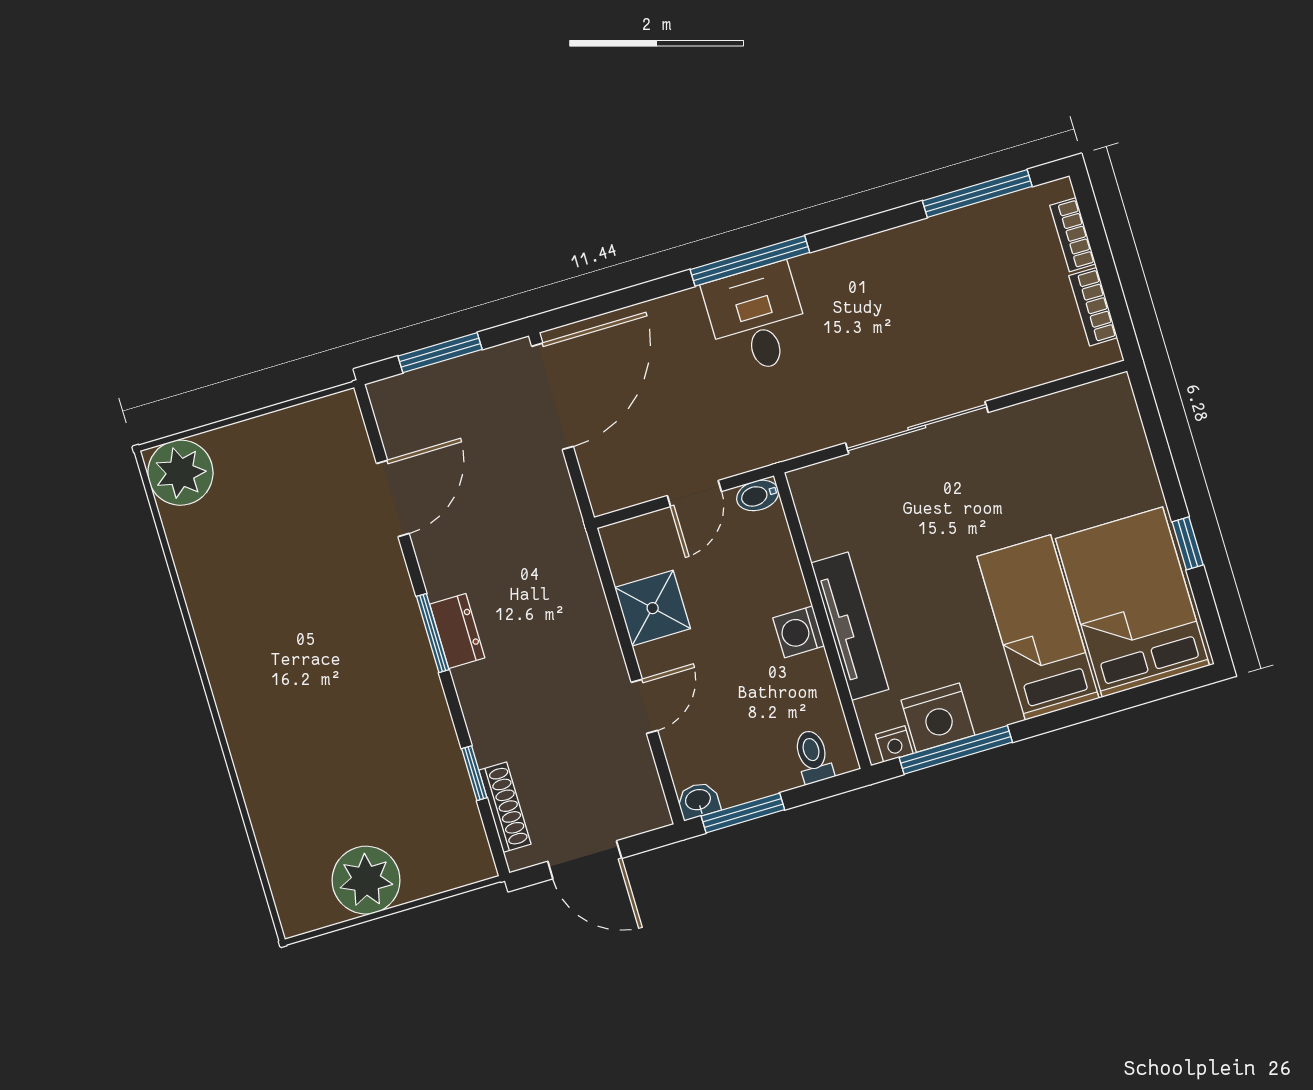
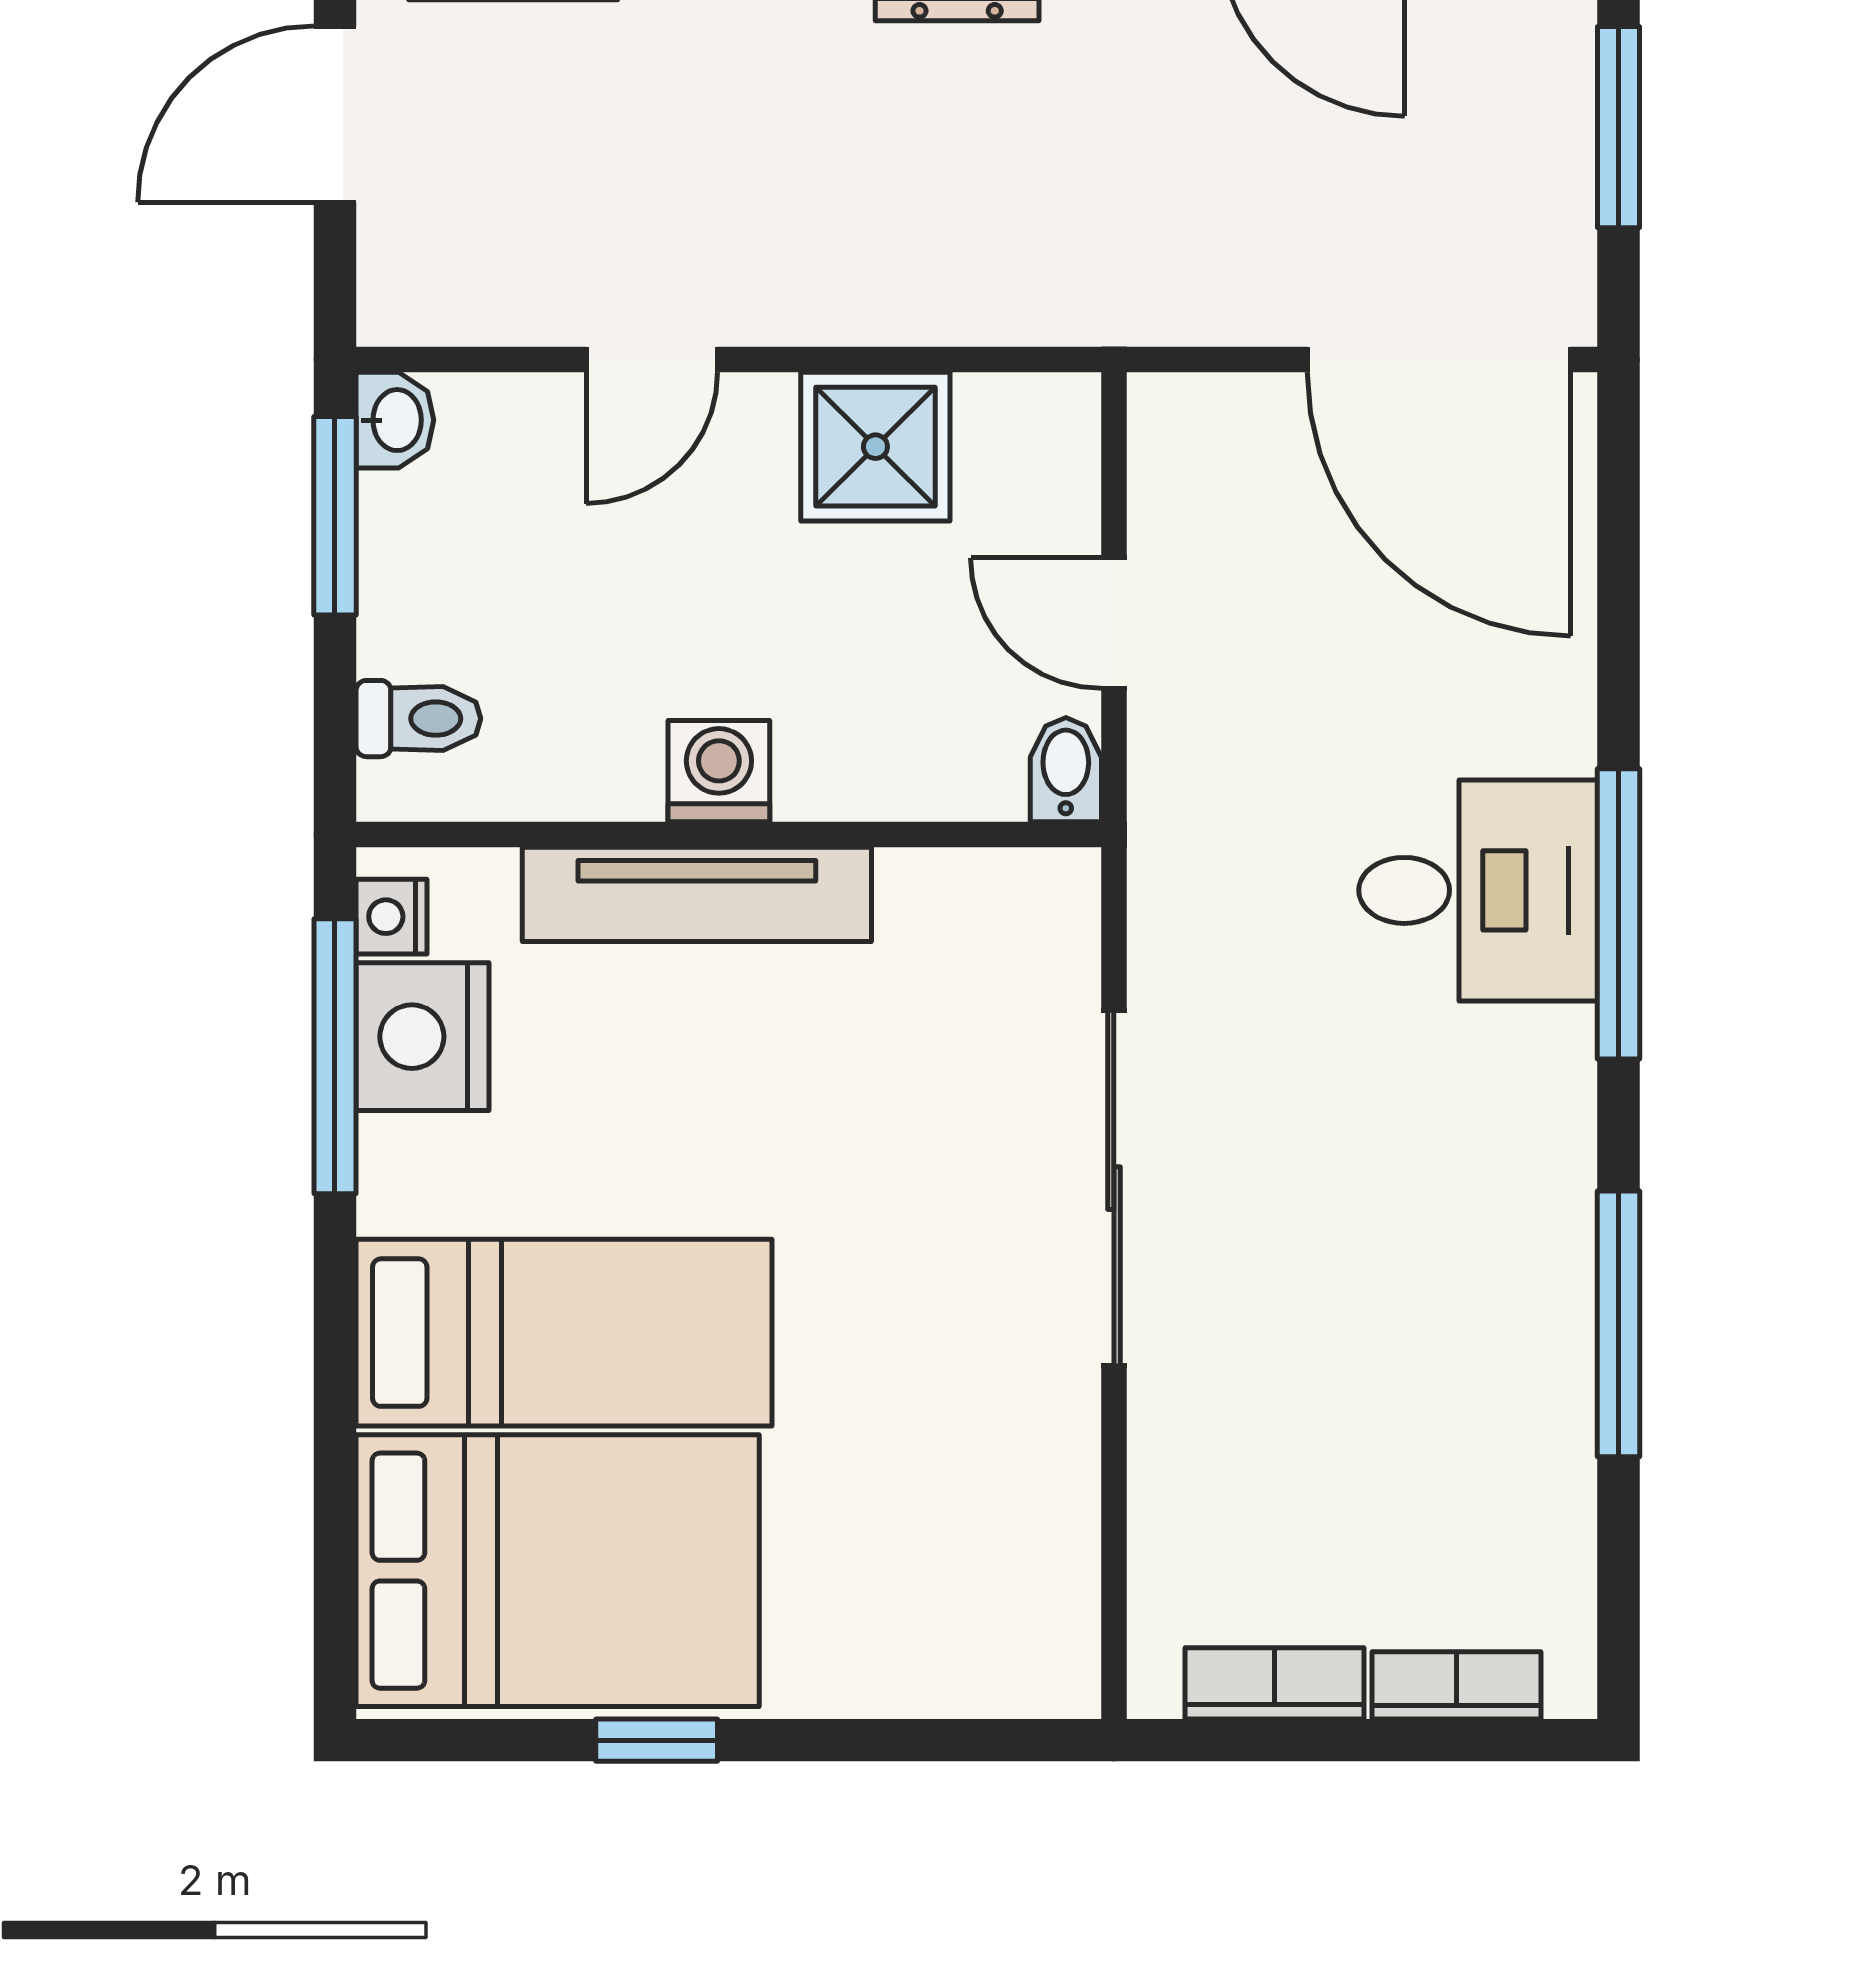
window: (977, 194) -> (1618, 1324), moved
door: (644, 706) -> (652, 359), hinge flipped

